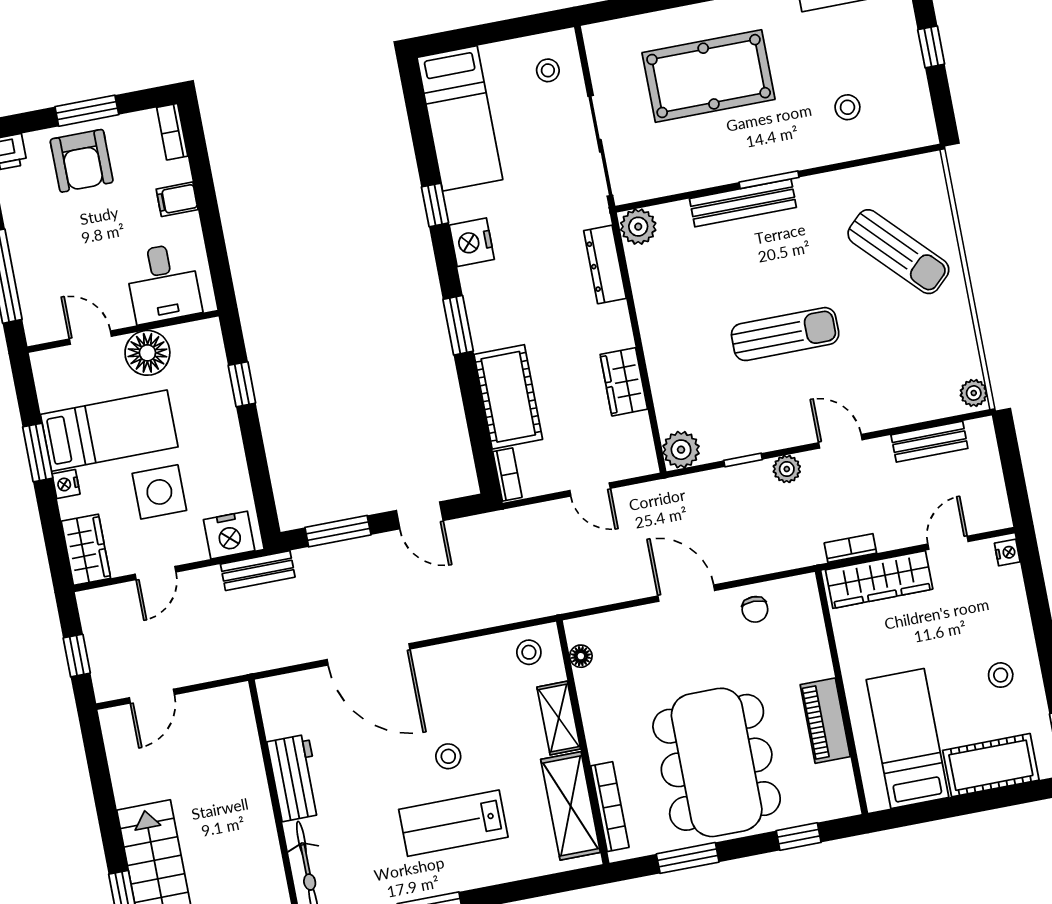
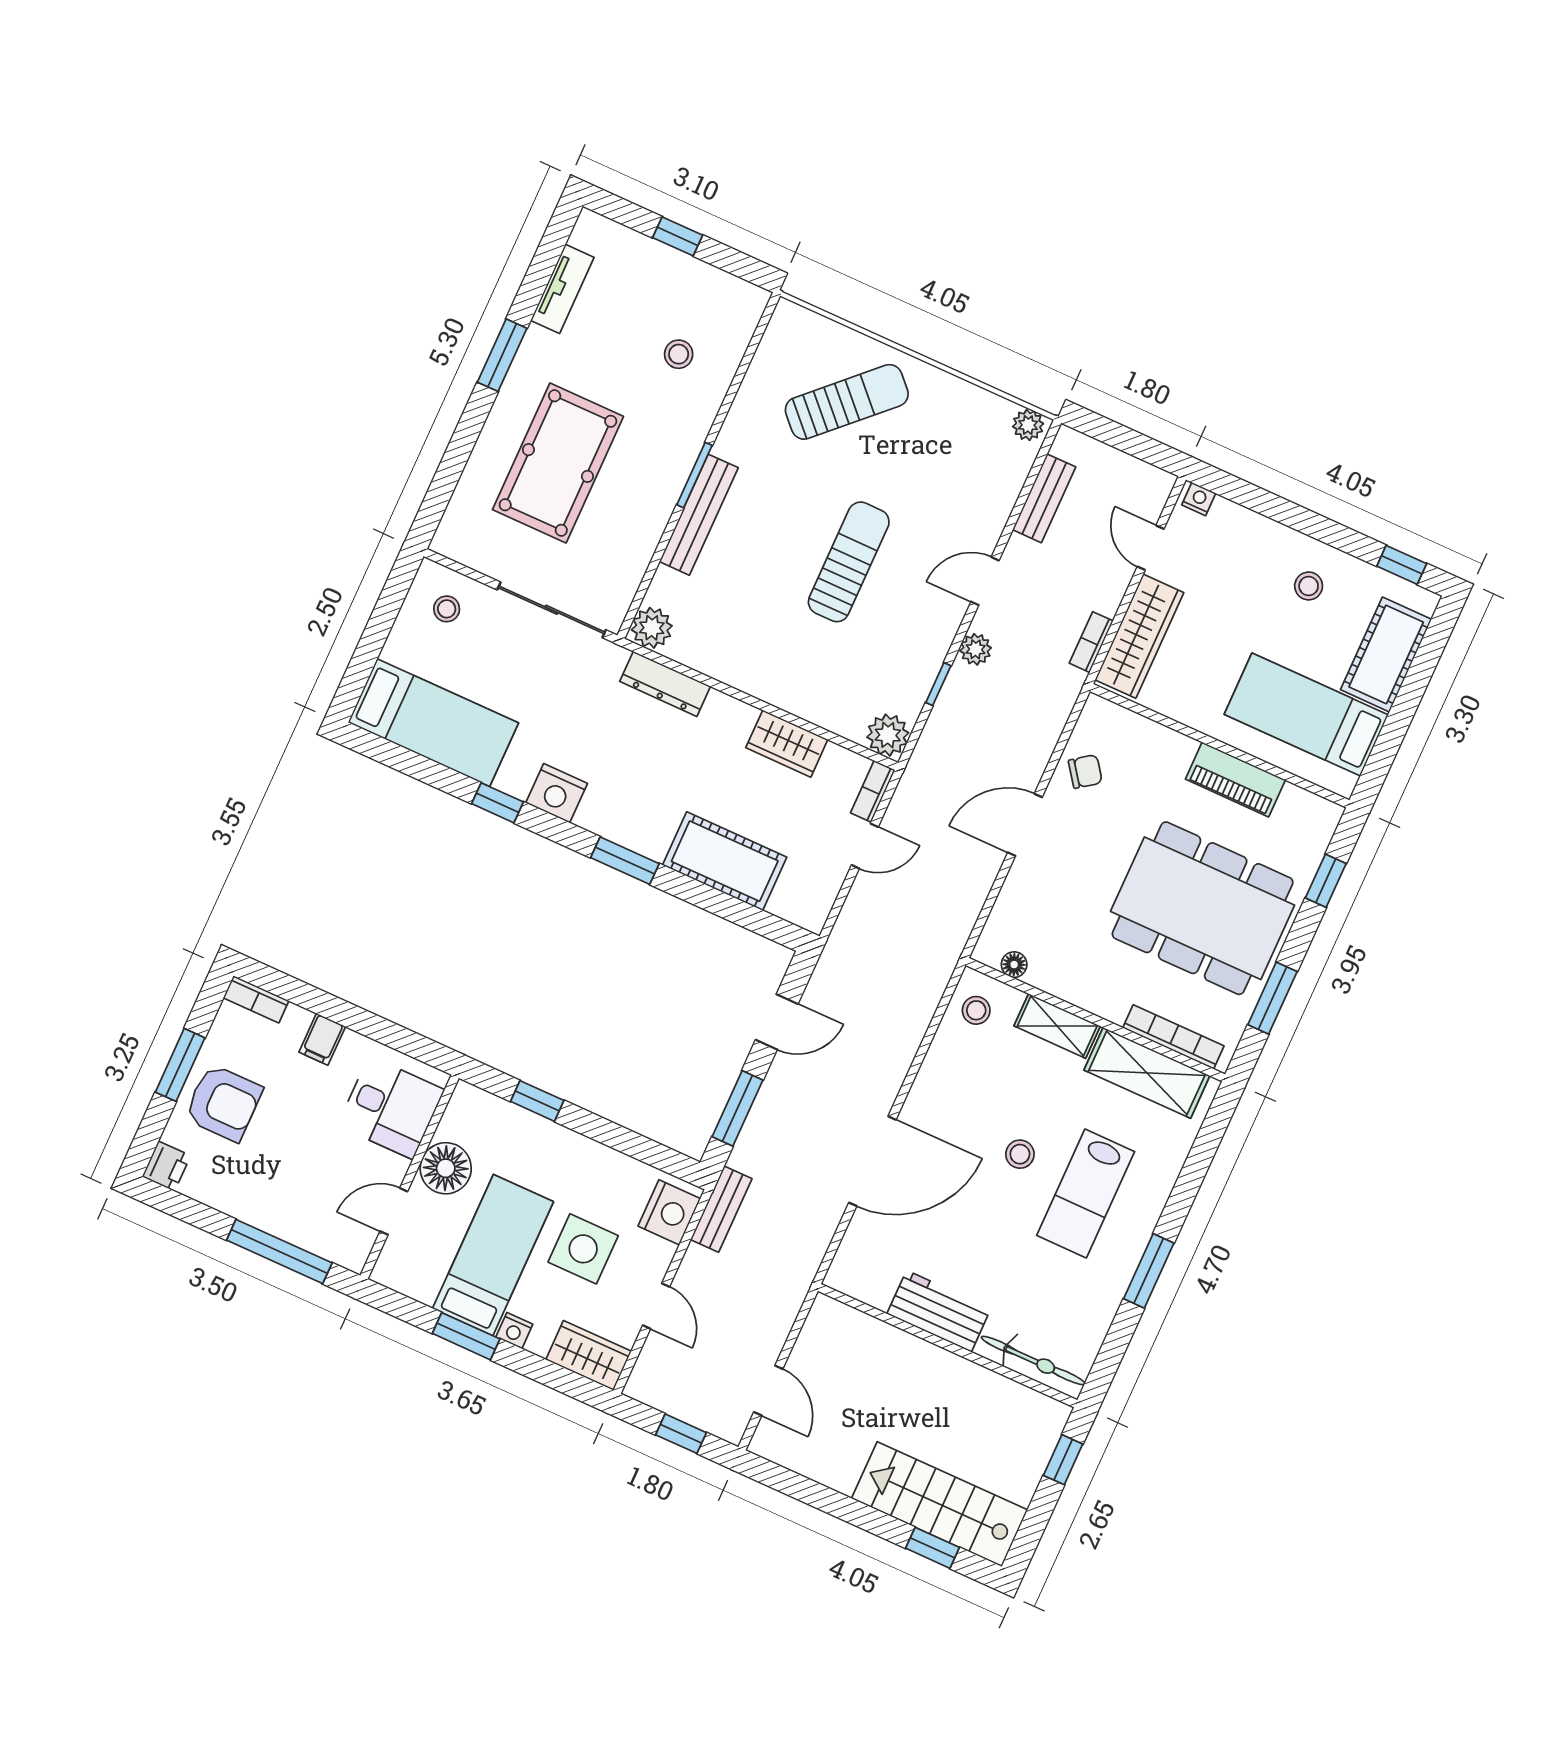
bookcase: (507, 475) -> (873, 791), moved, turned -90
chair: (755, 609) -> (1085, 771), turned -36

